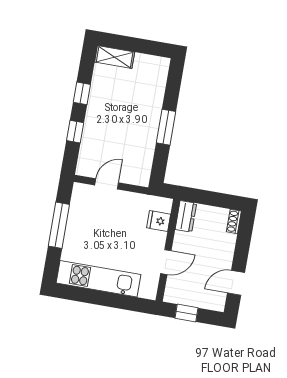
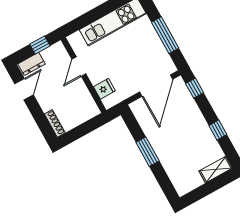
window: (75, 132) -> (195, 88), moved
door: (107, 184) -> (156, 86), width x1.87
dresser: (186, 216) -> (31, 64), moved, turned -90
shoe rack: (234, 221) -> (55, 123), width x1.43

